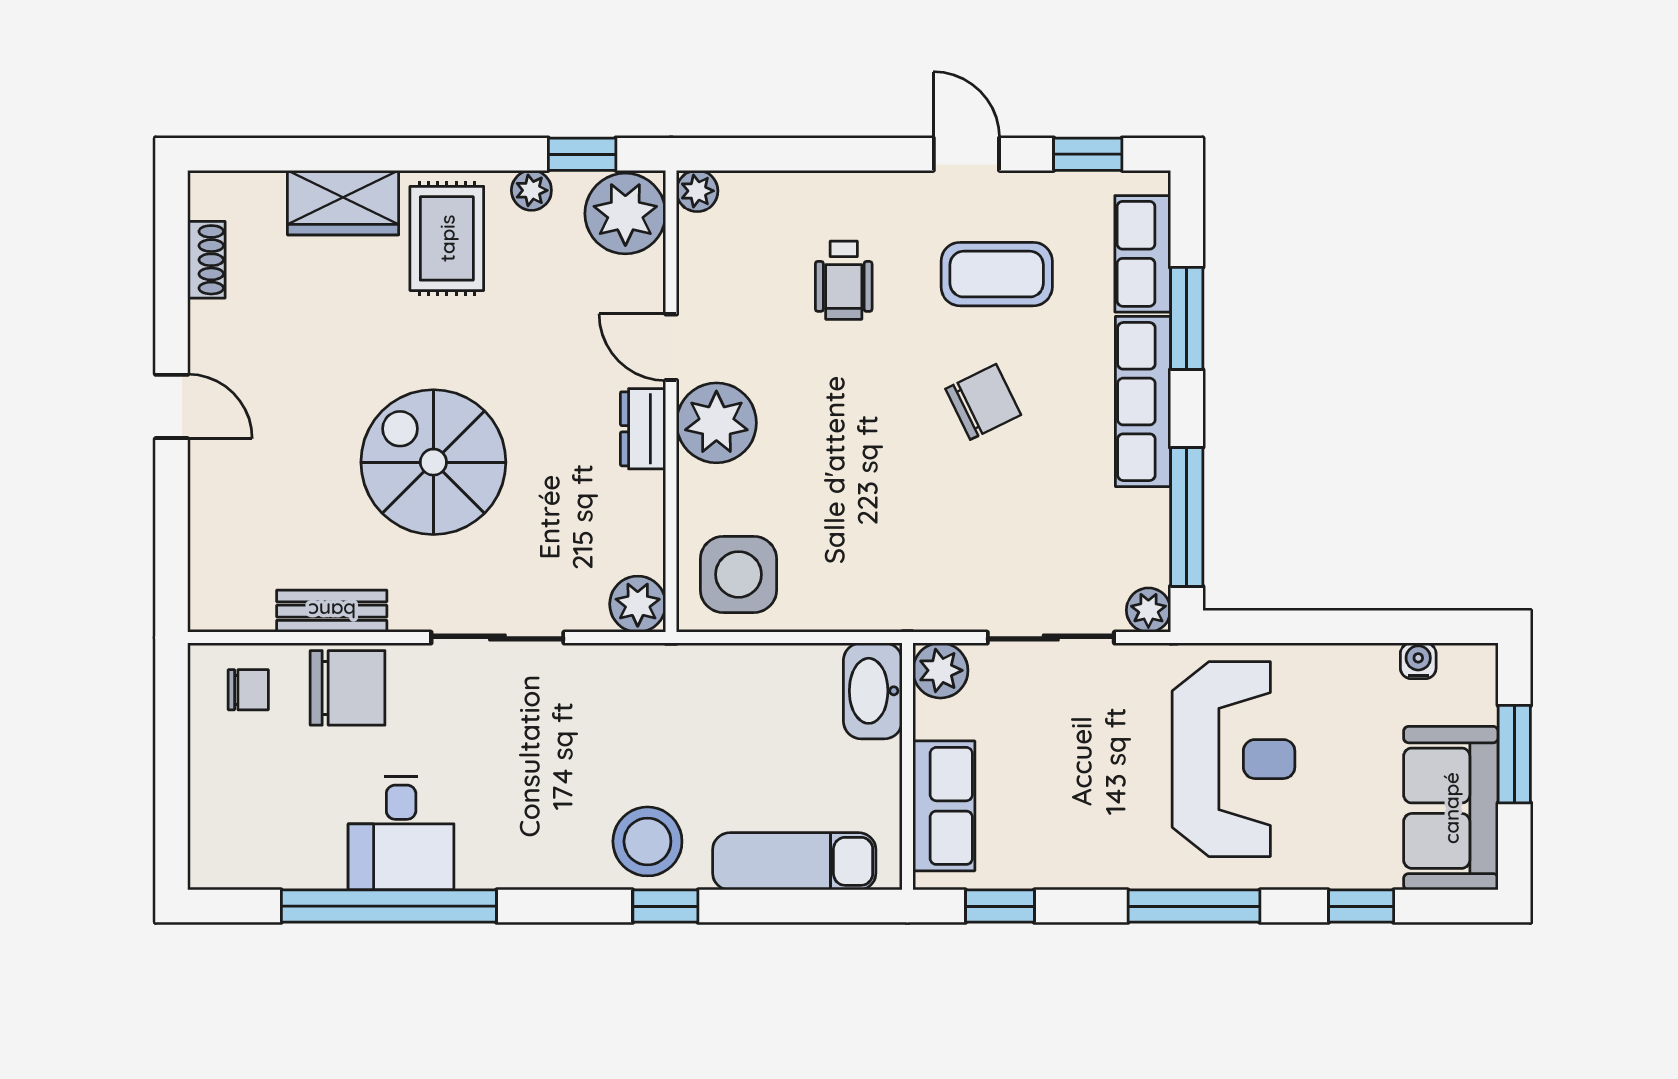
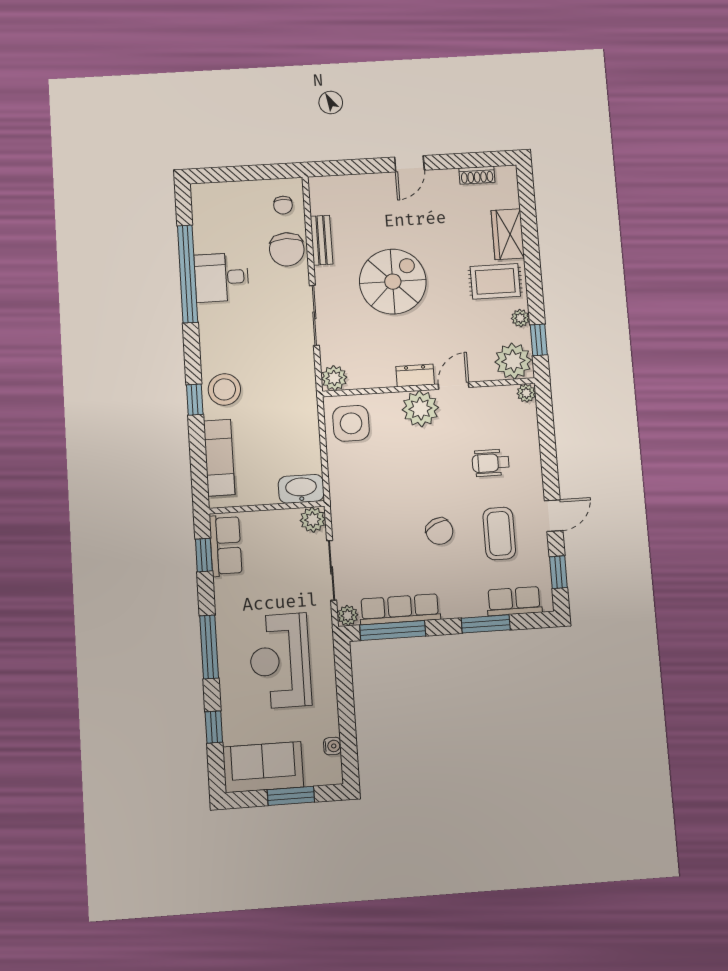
row of seats: (1143, 402) -> (400, 609), moved
reception desk: (1234, 759) -> (280, 661), turned 90
row of seats: (944, 806) -> (226, 546), moved, turned -90

